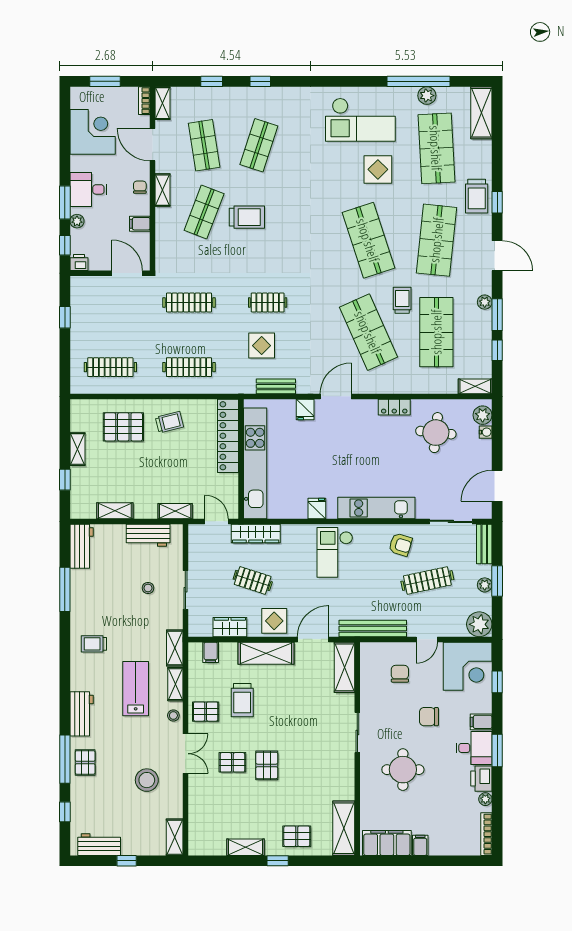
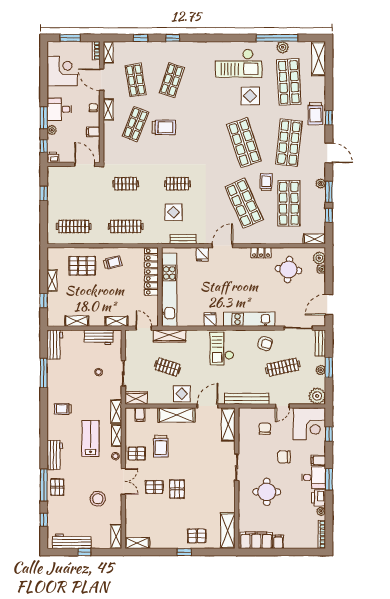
clothes rail: (189, 302) -> (126, 184), width x0.73
wardrobe: (230, 627) -> (136, 398), moved
workbench: (99, 845) -> (72, 541), width x1.38
shelving: (245, 847) -> (137, 543), moved

